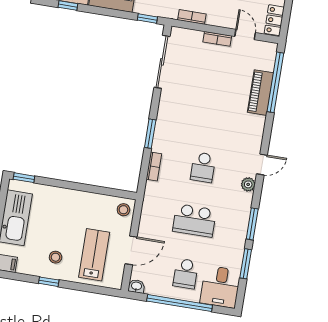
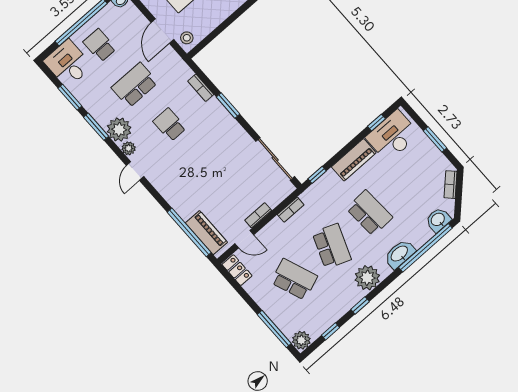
piano: (260, 93) -> (206, 233), moved
plant: (239, 204) -> (119, 129), added
door: (131, 250) -> (162, 31), moved

